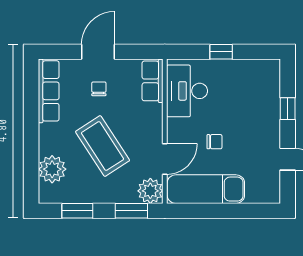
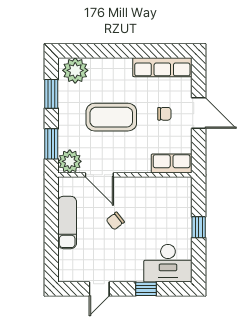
desk: (187, 91) -> (168, 263), moved, turned 180
chair: (214, 142) -> (115, 221), turned 52
coffee table: (103, 146) -> (111, 117), turned 33
plant: (52, 169) -> (75, 70), moved
exam couch: (206, 189) -> (67, 222), width x0.73, depth x0.69

